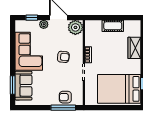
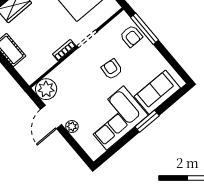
window: (32, 18) -> (75, 146), removed
armchair: (63, 57) -> (112, 69), moved
window: (13, 85) -> (147, 121), moved

